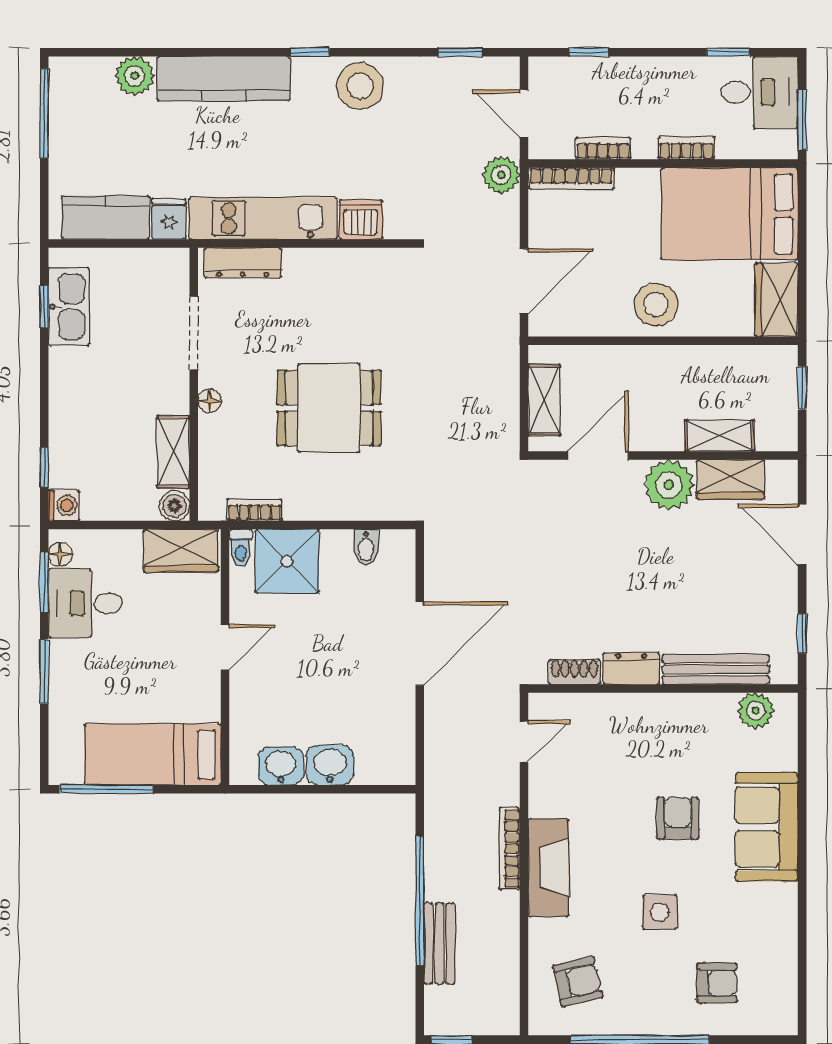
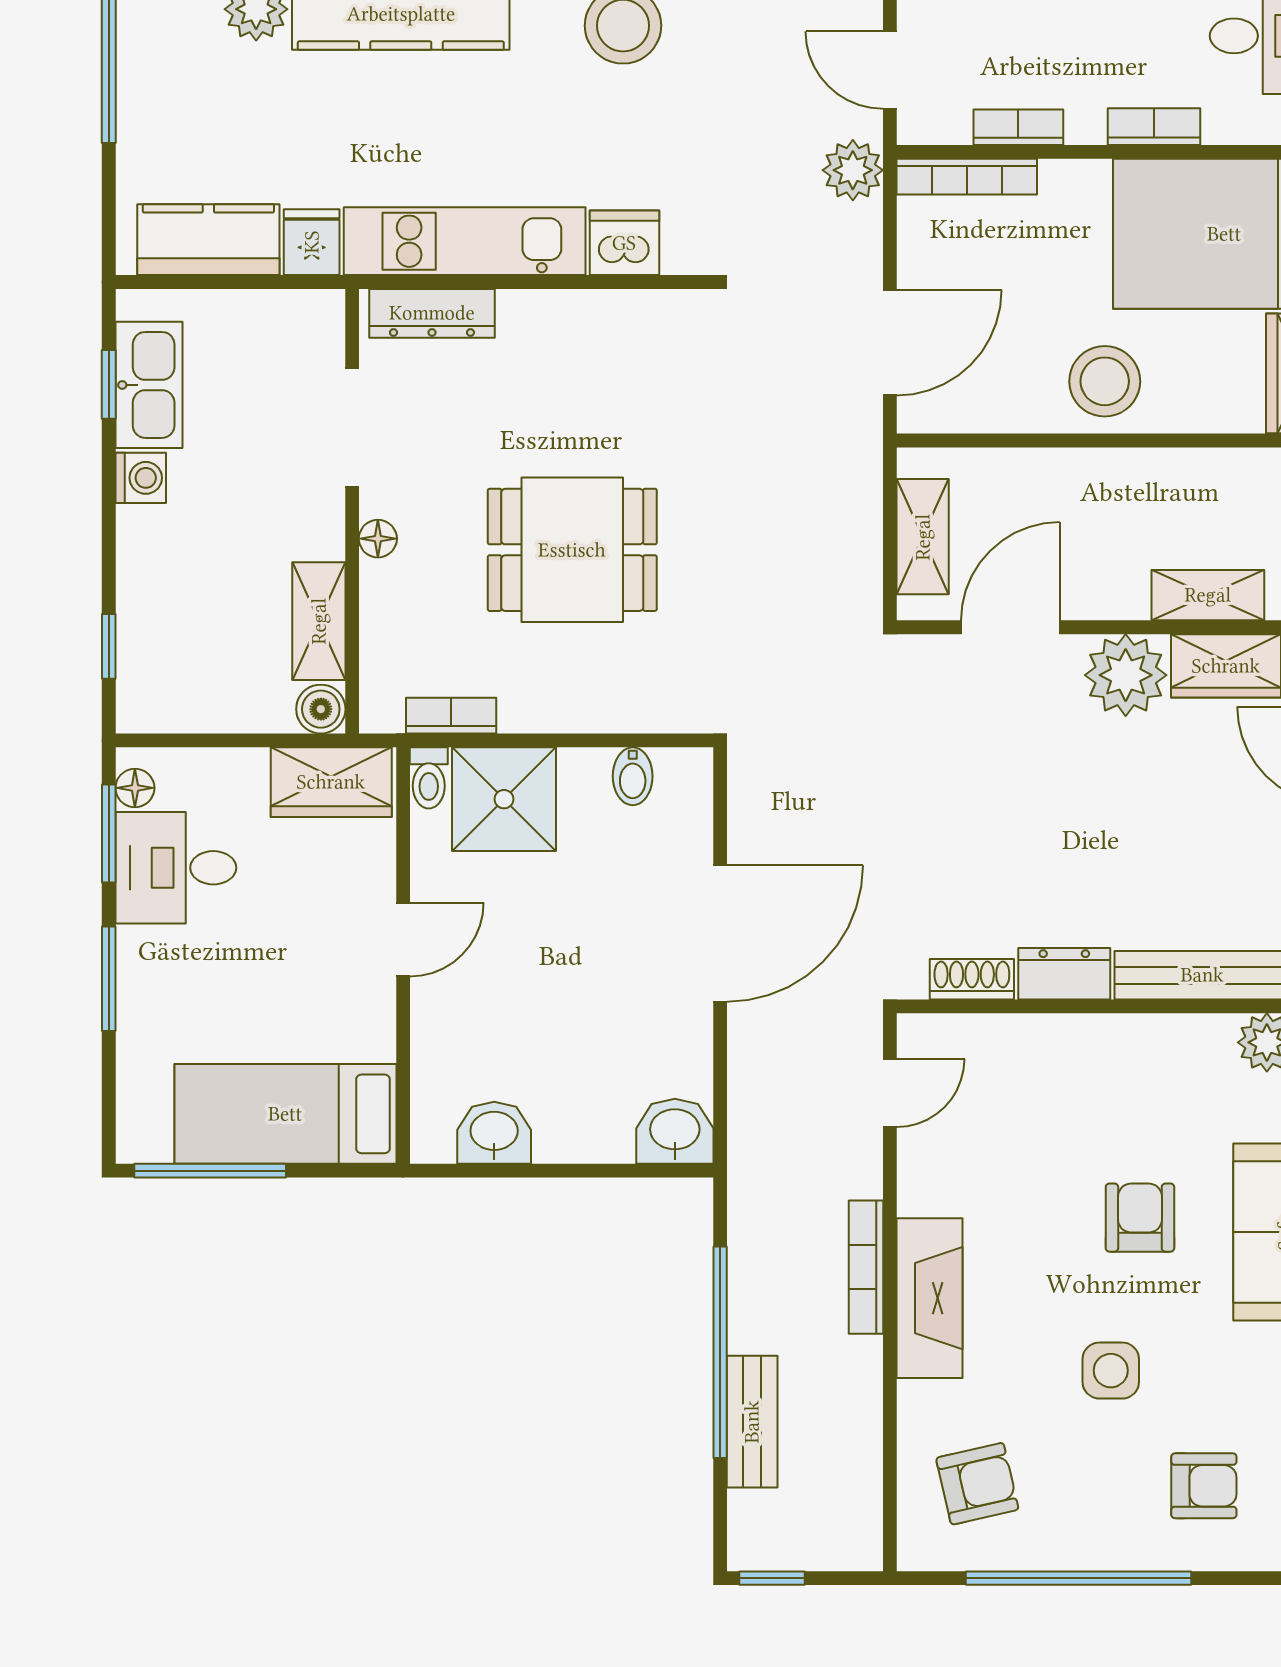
washing machine: (64, 505) -> (141, 478), moved
washbasin: (330, 765) -> (675, 1131), moved

